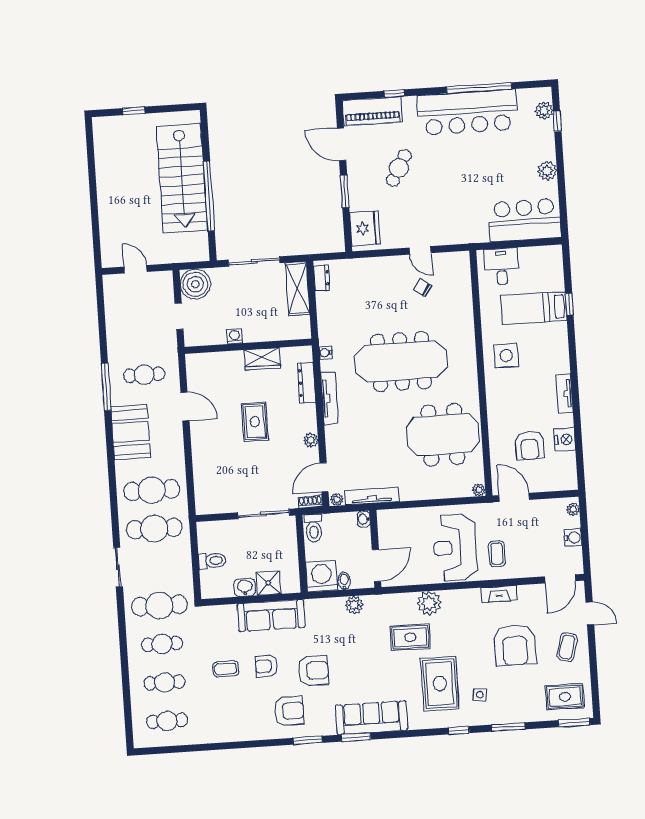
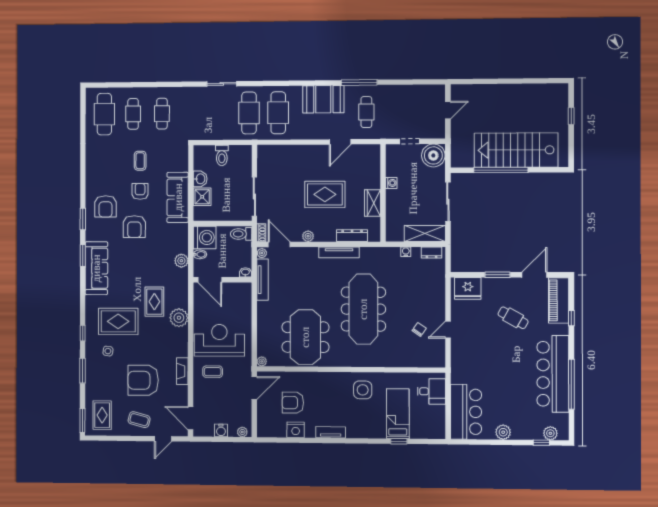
water cooler: (325, 353) -> (406, 252), moved
rug: (255, 422) -> (325, 194), width x1.36, depth x1.43
cafe table: (159, 605) -> (191, 113), removed
cafe table: (167, 721) -> (104, 114), width x1.37, depth x1.35

